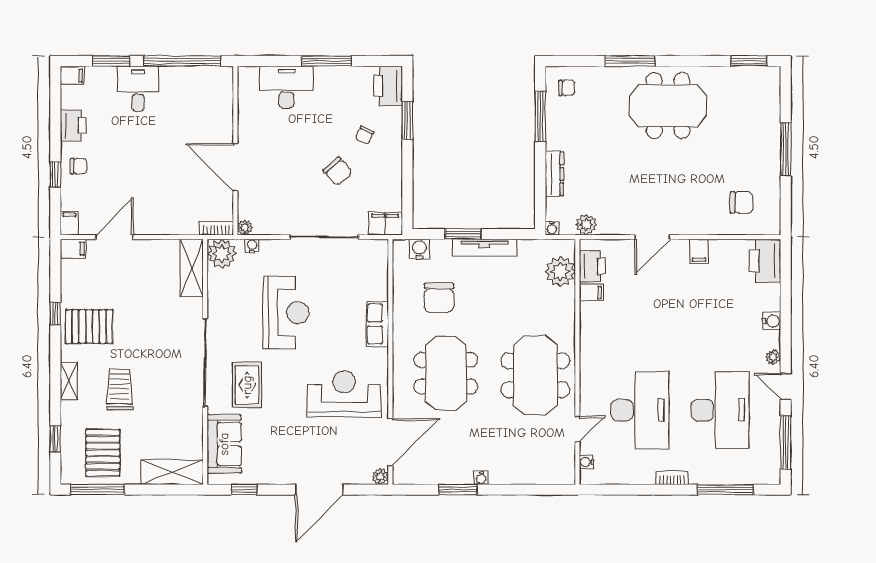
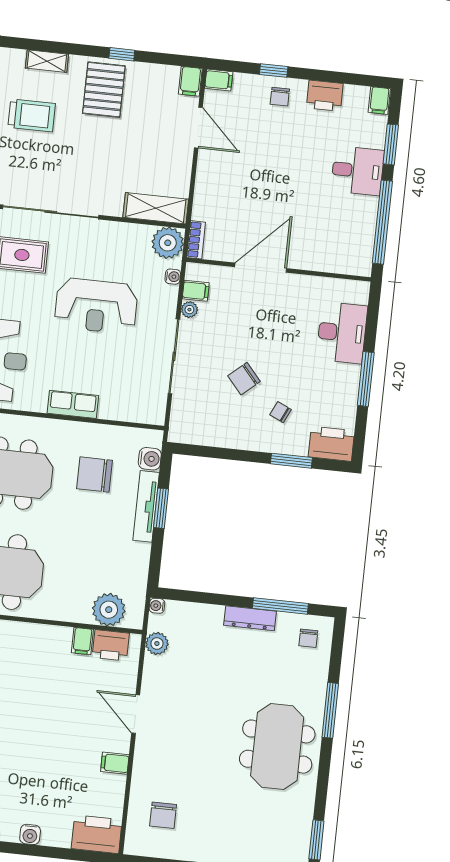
dresser: (554, 174) -> (250, 618), moved
filing cabinet: (385, 224) -> (196, 291), moved, width x0.50
plant: (245, 228) -> (189, 310), moved
tv unit: (484, 248) -> (146, 506), moved

